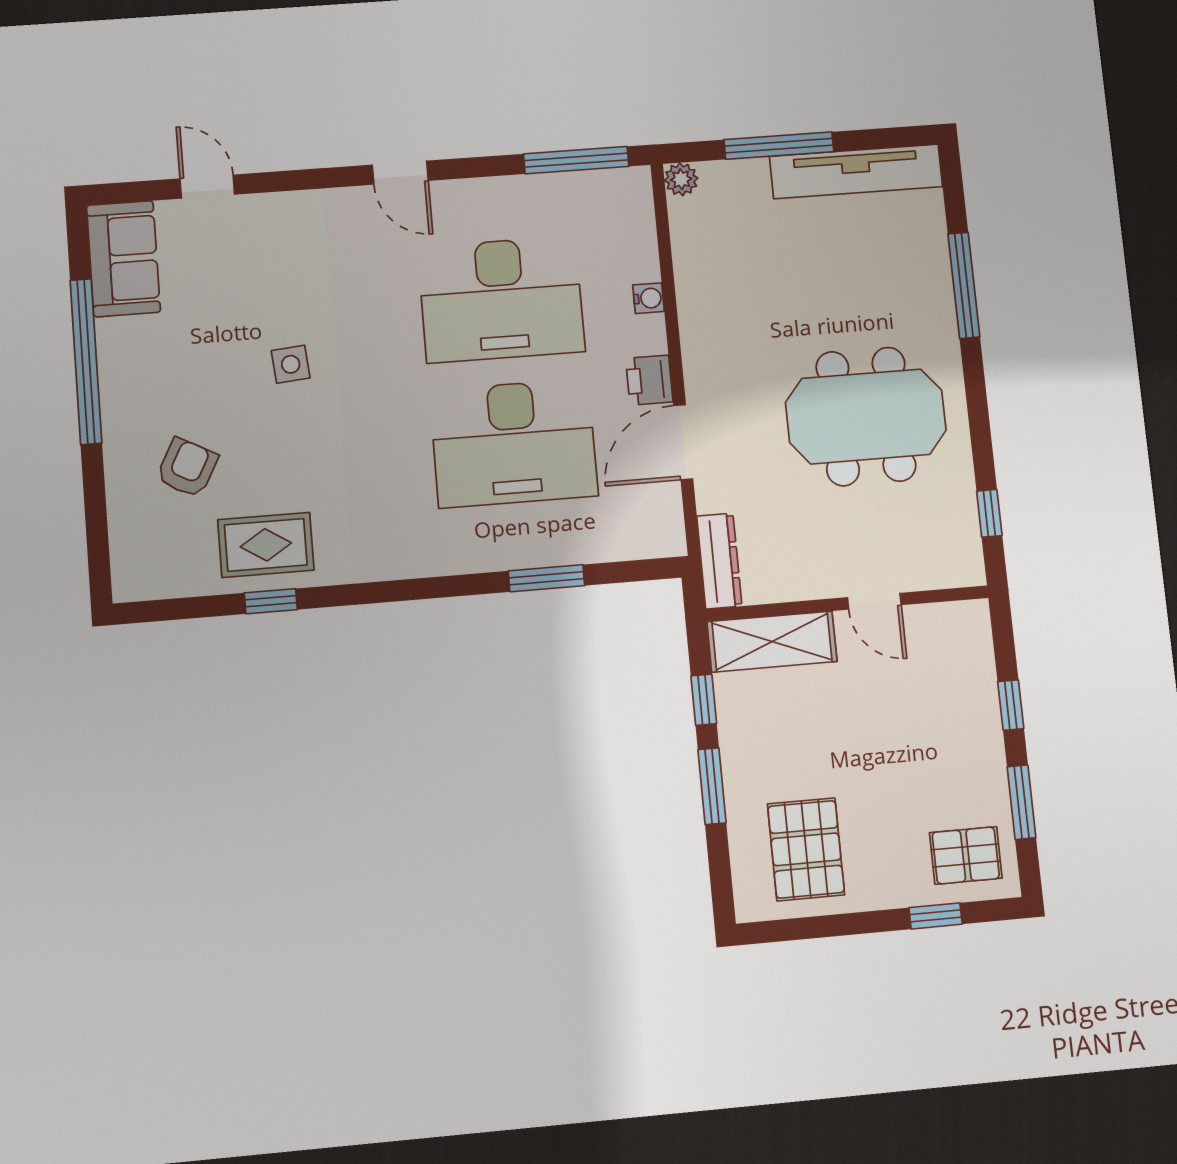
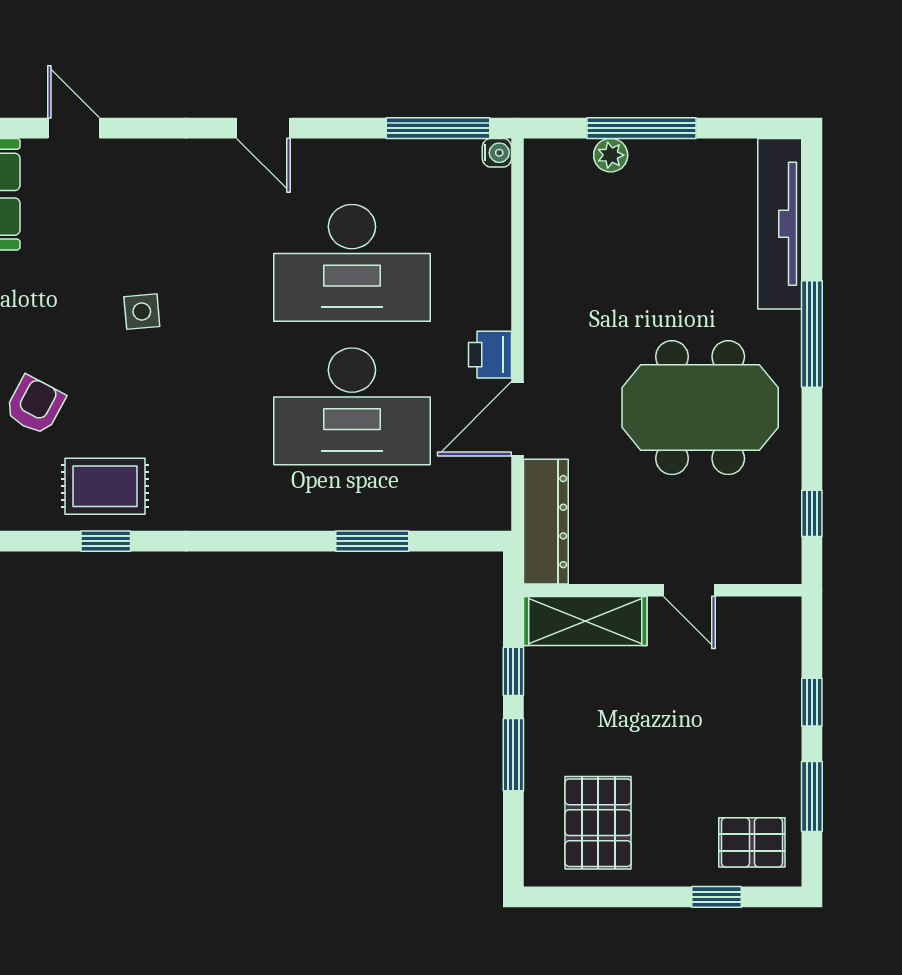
tv unit: (856, 171) -> (780, 224), moved, turned 90
plant: (681, 179) -> (611, 155), moved
window: (964, 285) -> (812, 334), moved
water cooler: (649, 298) -> (497, 153), moved
dresser: (719, 561) -> (546, 522), width x1.37, depth x1.24

